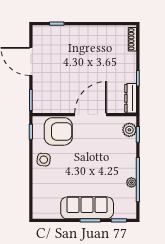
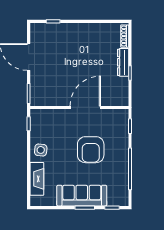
dresser: (131, 98) -> (123, 62), moved
plant: (129, 130) -> (122, 122), removed
armchair: (58, 131) -> (91, 150), moved, turned 90
plant: (131, 182) -> (124, 172), removed
fireplace: (40, 190) -> (37, 179), added

